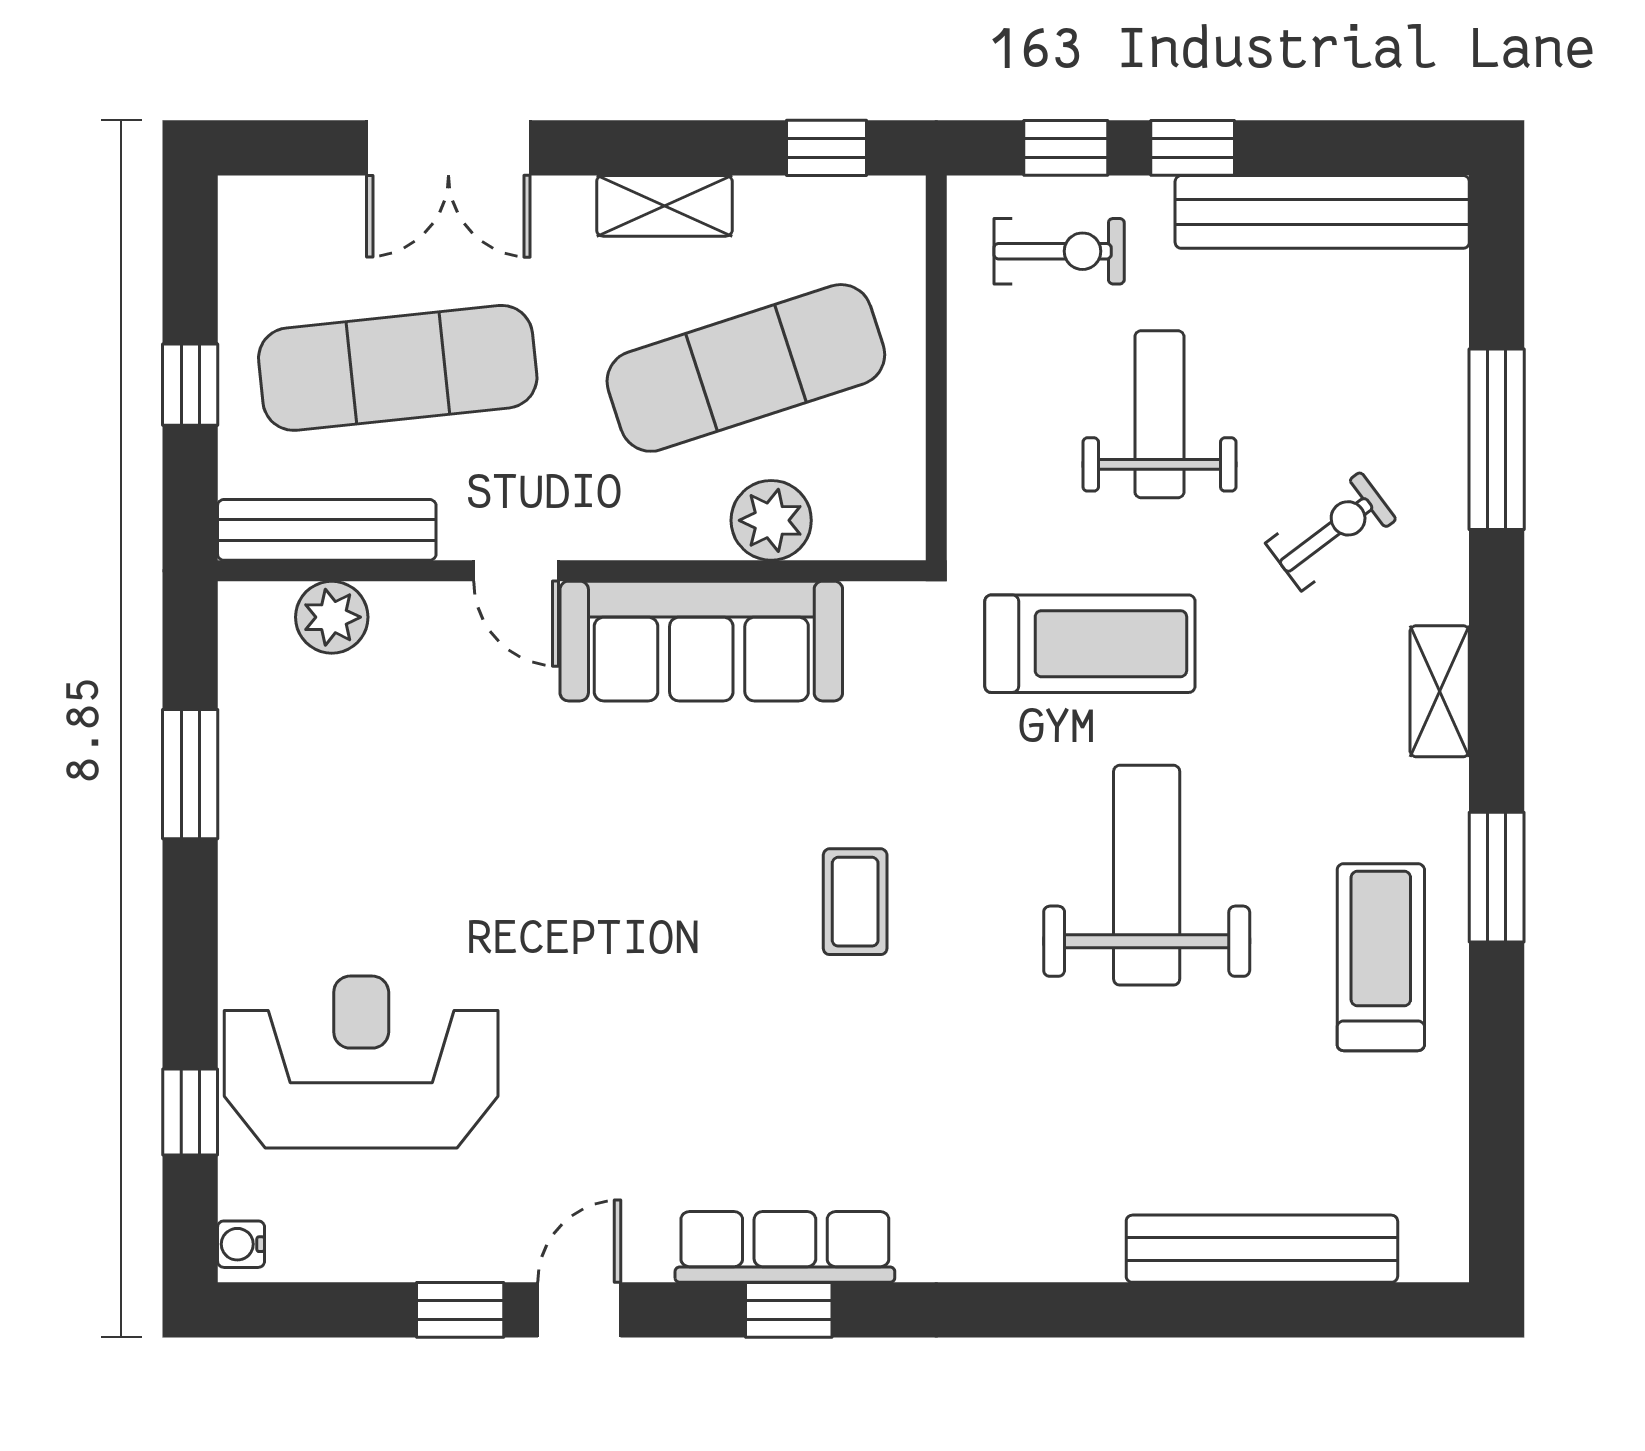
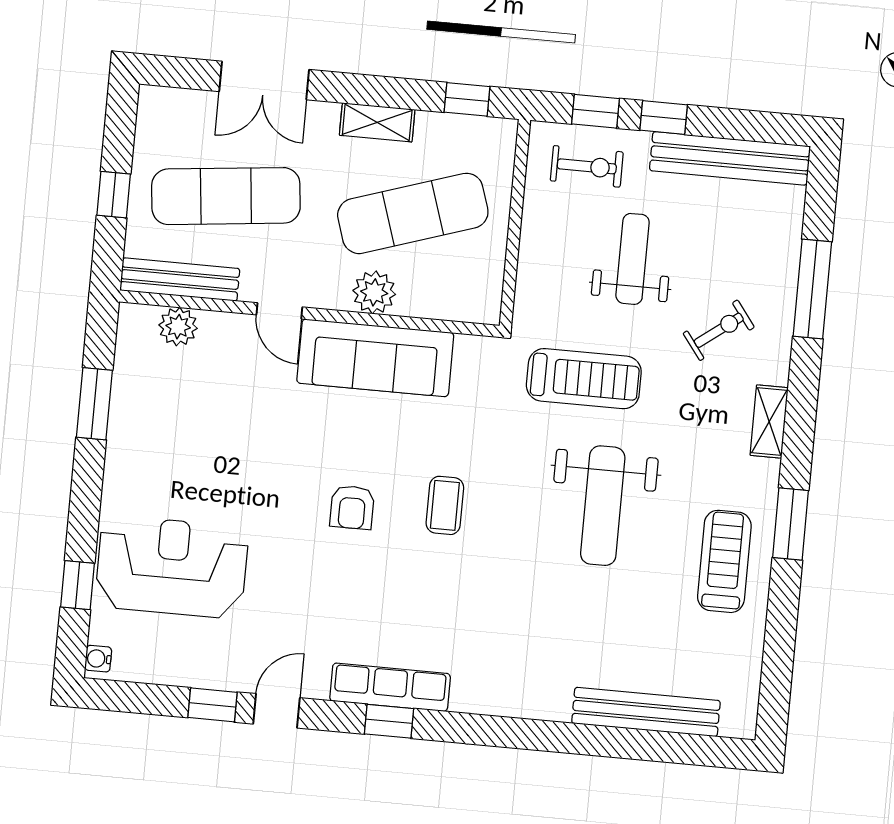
plant: (771, 520) -> (374, 292), moved
weight bench: (1147, 875) -> (603, 506), turned 180
armchair: (684, 921) -> (352, 507), added

